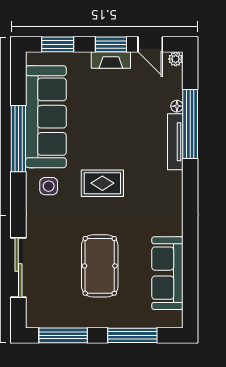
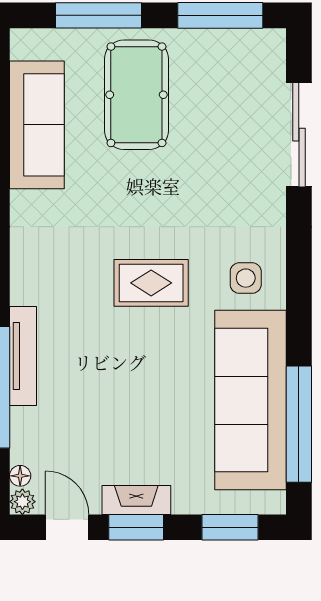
floor lamp: (177, 106) -> (20, 476), moved
window: (18, 139) -> (299, 424), moved
pool table: (100, 266) -> (136, 95), moved

